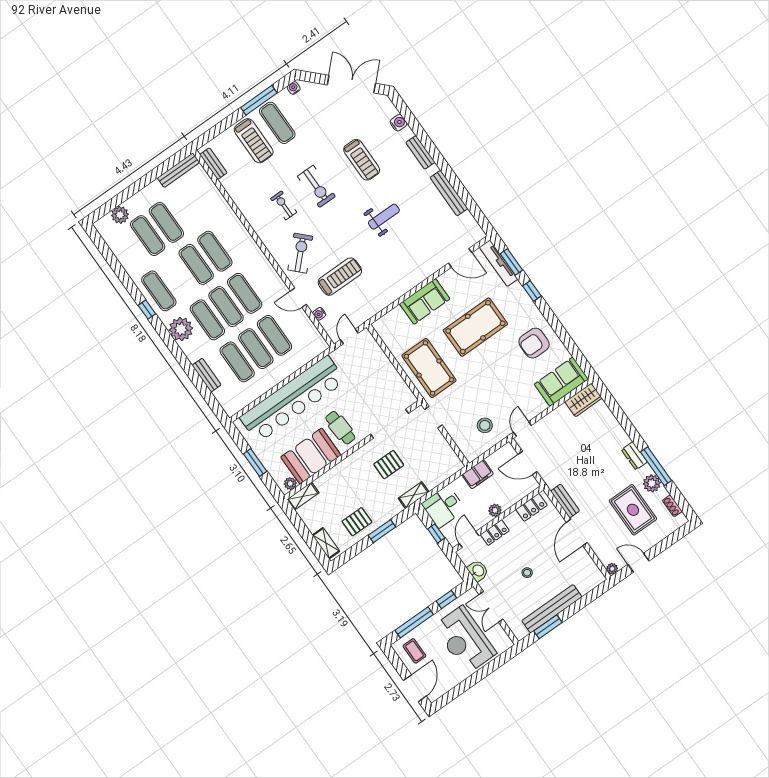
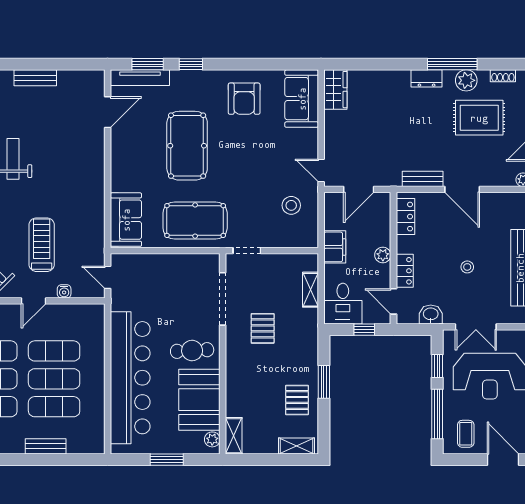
bench: (449, 193) -> (35, 78), width x0.73
sofa: (425, 301) -> (126, 220), moved
shelving: (414, 495) -> (310, 290), moved
coffee table: (414, 651) -> (466, 434), turned 90

